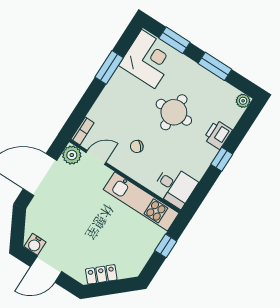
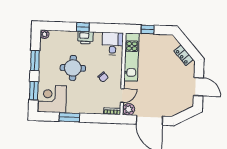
printer: (218, 135) -> (85, 38), moved
door: (96, 157) -> (122, 96), swing flipped
water cooler: (35, 244) -> (189, 101), removed

